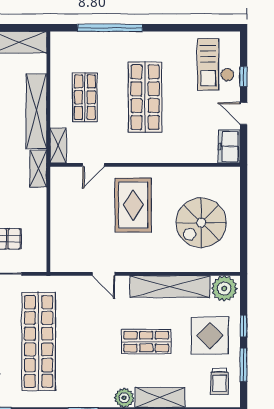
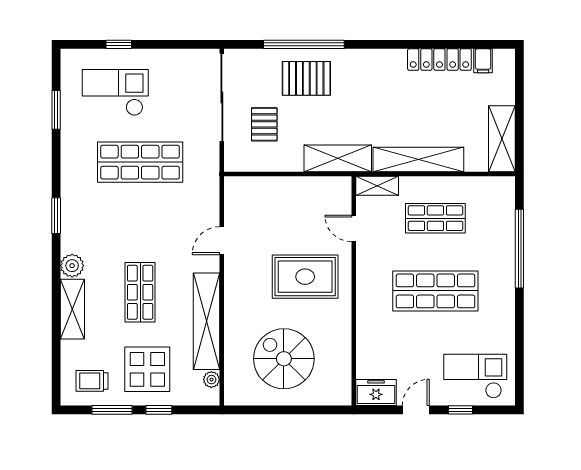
shelving: (38, 169) -> (338, 158), width x1.50, depth x1.33
plant: (224, 288) -> (211, 380), width x0.53, depth x0.53
shop shelf: (39, 342) -> (140, 162), width x0.71

